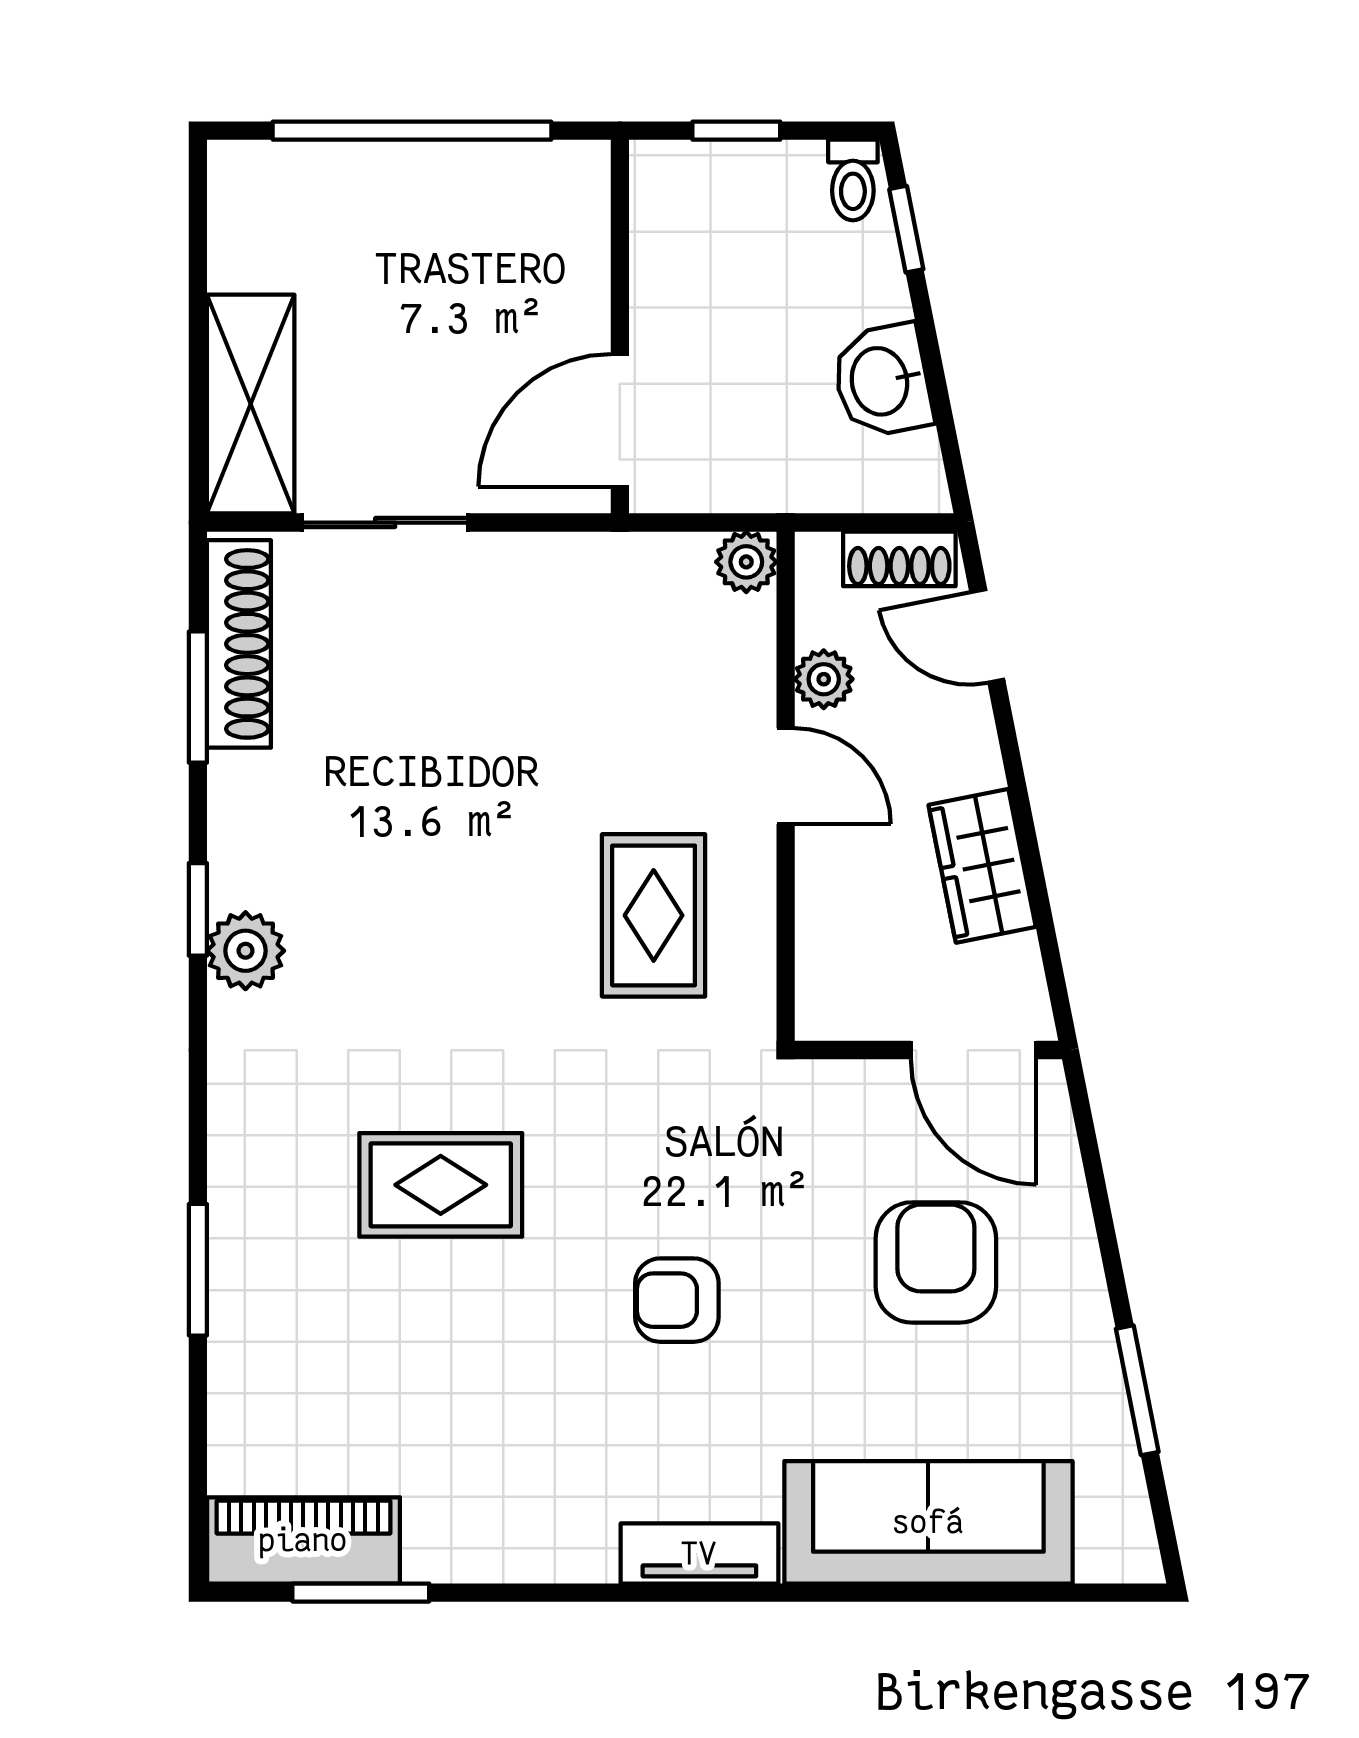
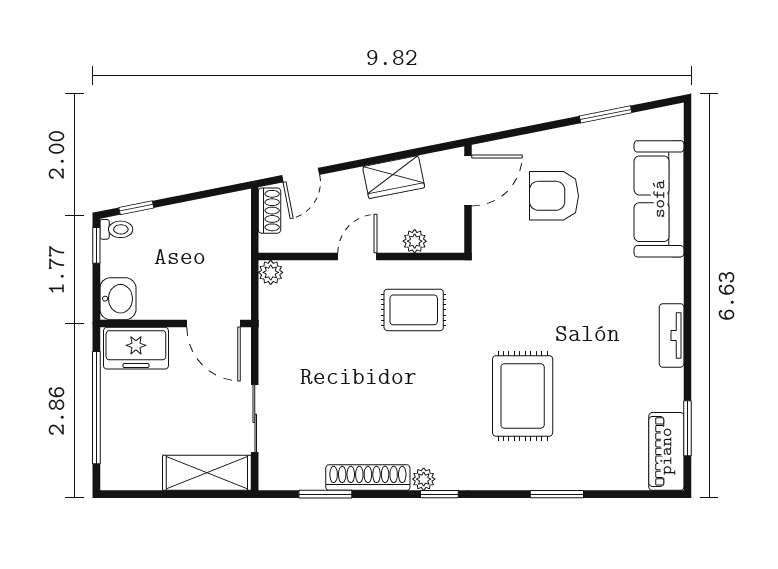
window: (736, 131) -> (96, 245), moved
freezer: (559, 228) -> (136, 348), added
washbasin: (882, 381) -> (118, 299), moved, turned -79
shoe rack: (239, 644) -> (368, 478), moved
plant: (824, 679) -> (415, 241), moved
window: (198, 909) -> (439, 494), moved
plant: (246, 951) -> (424, 479), width x0.73, depth x0.73
rug: (441, 1185) -> (523, 396), width x1.36, depth x1.43
armchair: (677, 1300) -> (569, 300), removed
tv unit: (699, 1553) -> (672, 335), moved

